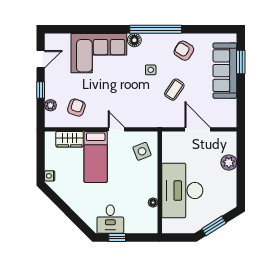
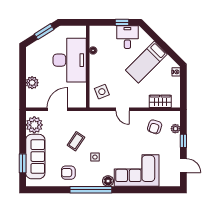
armchair: (184, 51) -> (68, 173), turned 148
door: (41, 59) -> (183, 166), swing flipped
plant: (226, 110) -> (34, 125), added
door: (198, 129) -> (57, 109), swing flipped
bed: (96, 157) -> (146, 62), moved, turned -135

